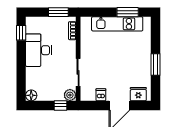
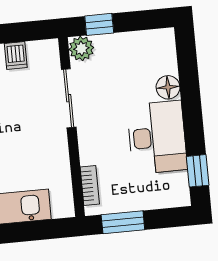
floor lamp: (31, 95) -> (168, 87), moved

